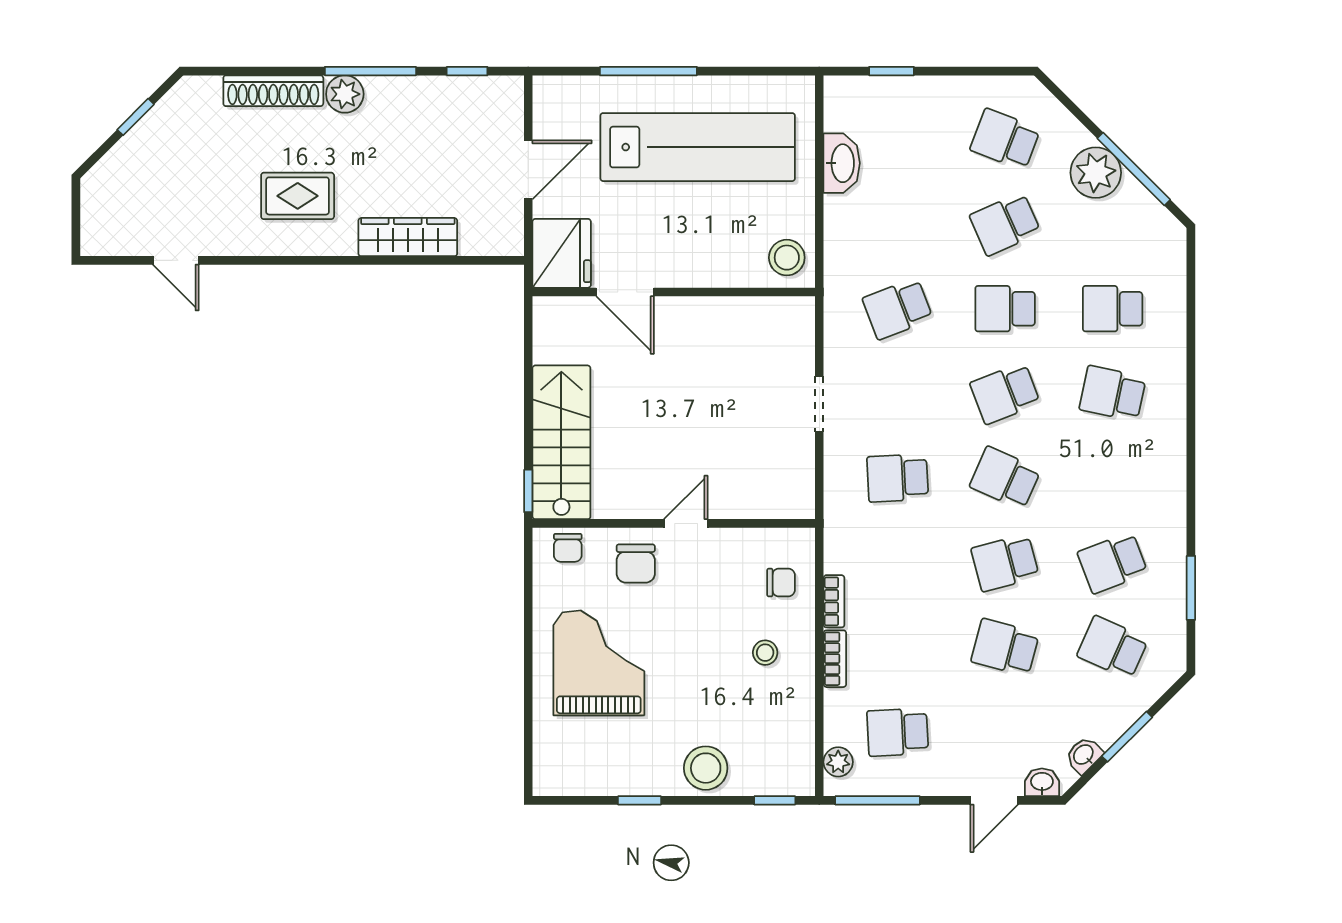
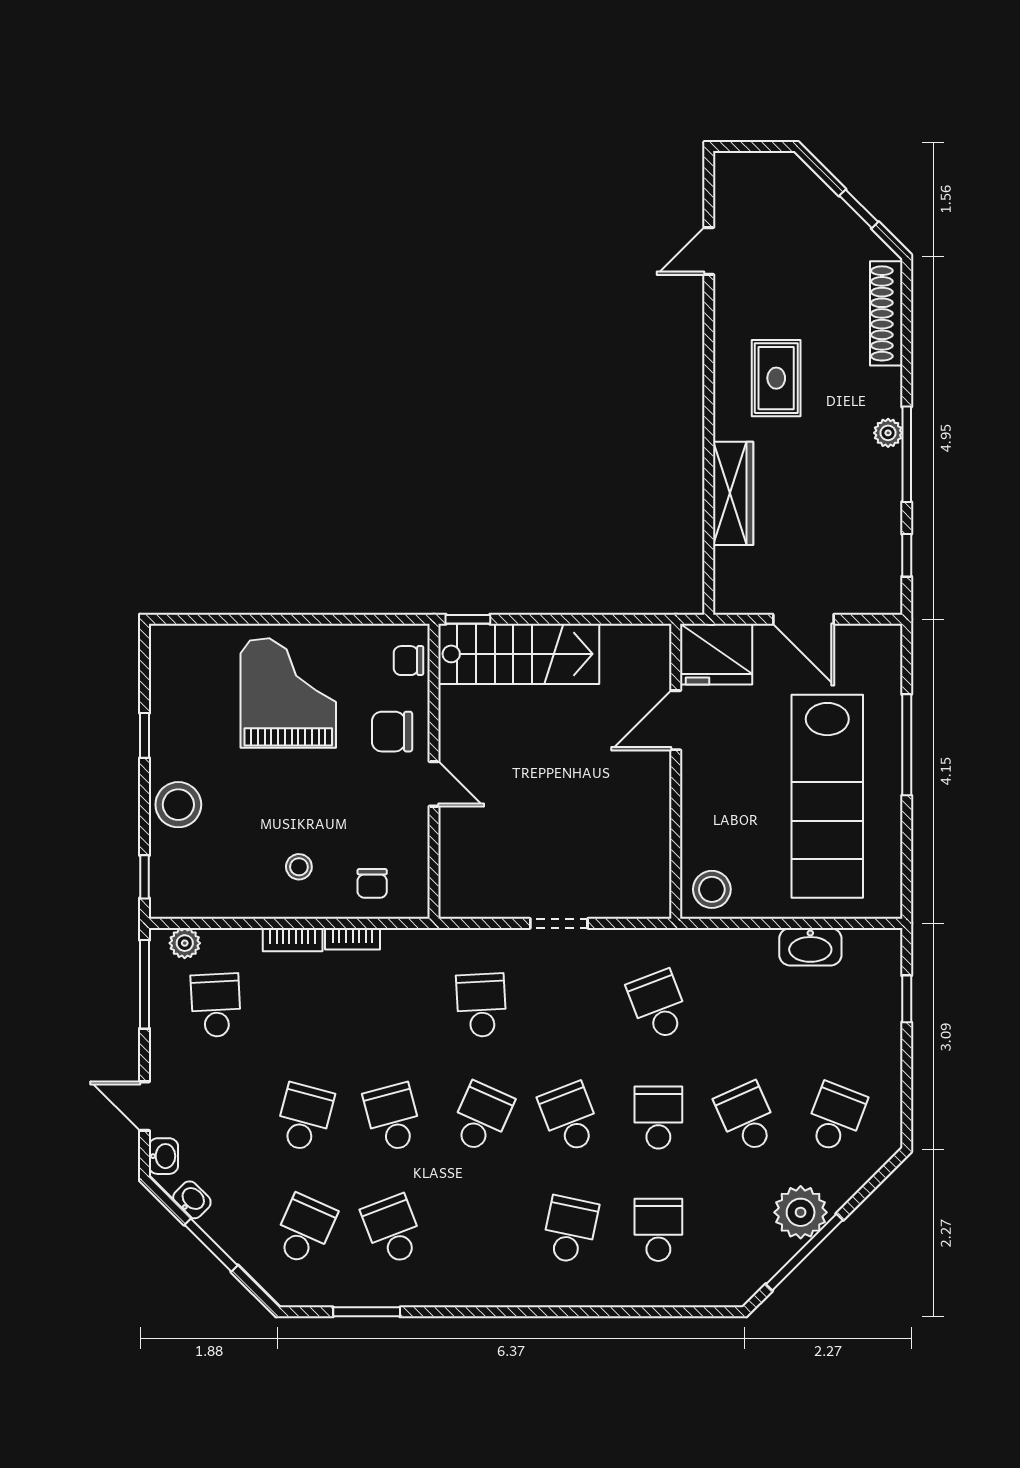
shoe rack: (273, 91) -> (886, 313), moved
plant: (345, 94) -> (888, 433), width x0.73, depth x0.73
grand piano: (599, 663) -> (288, 693), turned -90

